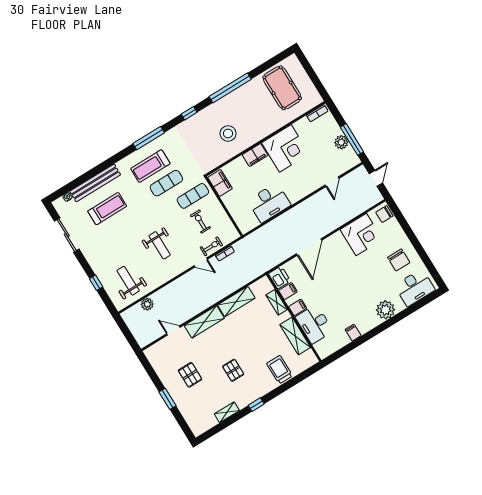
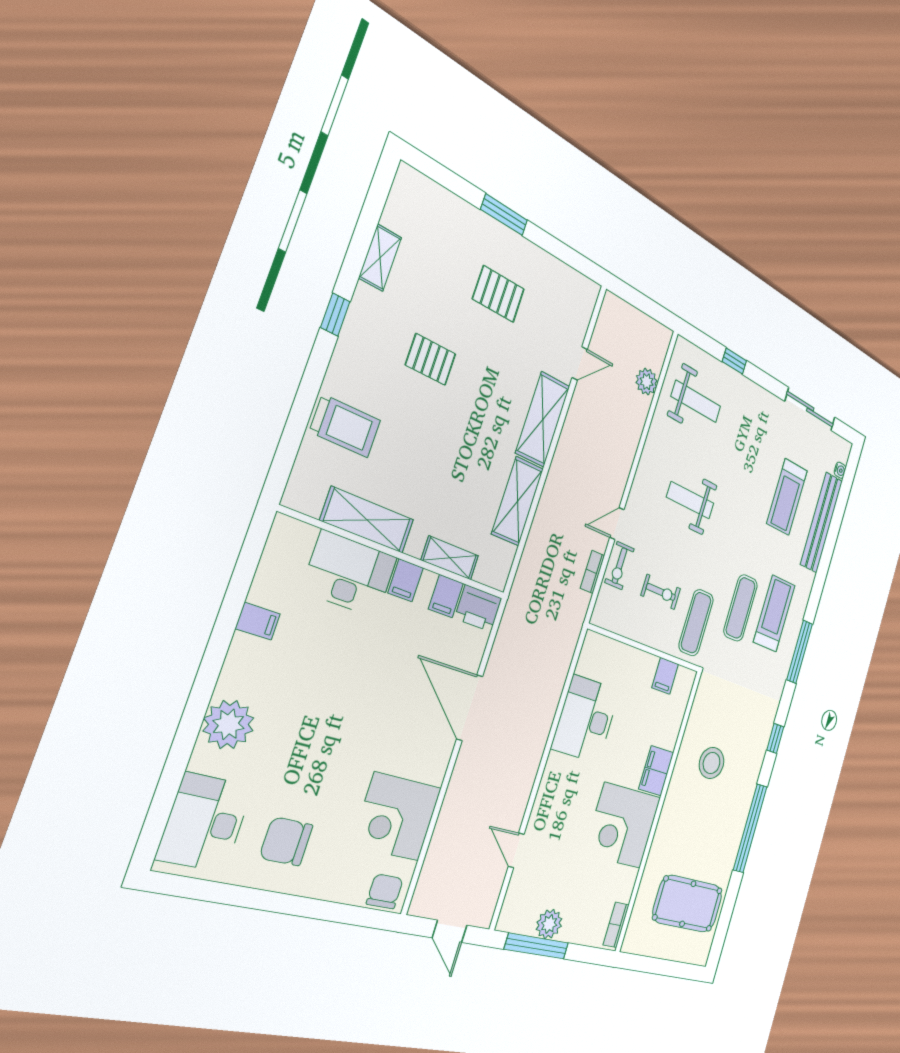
filing cabinet: (220, 183) -> (665, 676), width x0.50

